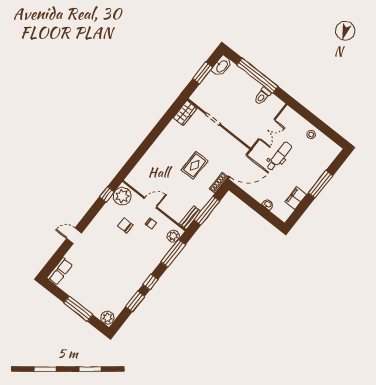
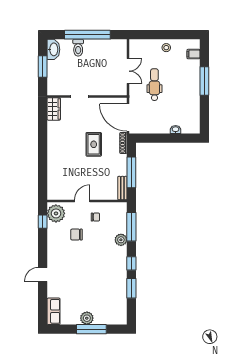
toilet: (262, 96) -> (78, 48), moved
door: (238, 166) -> (128, 117), swing flipped
filing cabinet: (296, 198) -> (193, 54), moved, width x0.50
plant: (173, 236) -> (121, 240), moved
plant: (107, 318) -> (87, 318), moved

